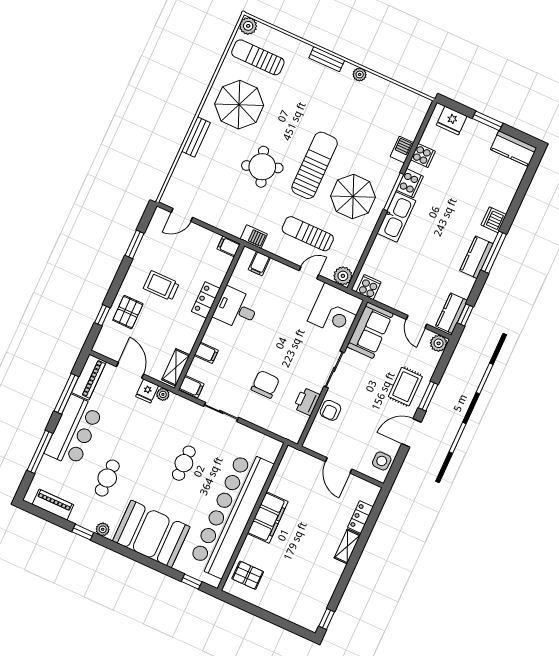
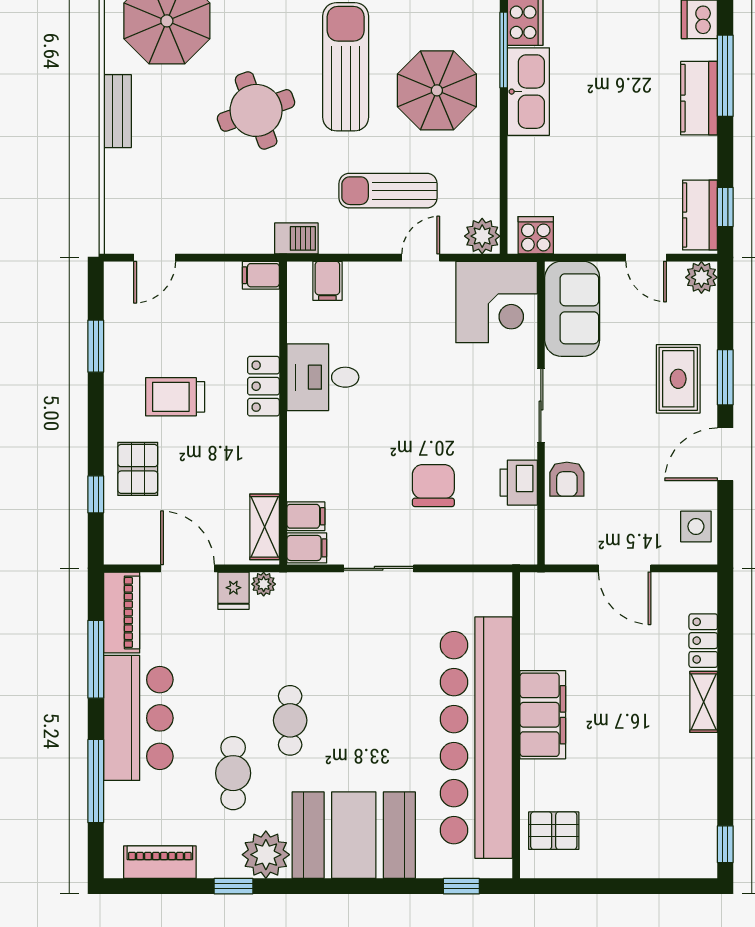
filing cabinet: (206, 353) -> (306, 516), moved
cafe table: (184, 463) -> (290, 720), moved
plant: (103, 529) -> (266, 855), width x1.88, depth x1.88

